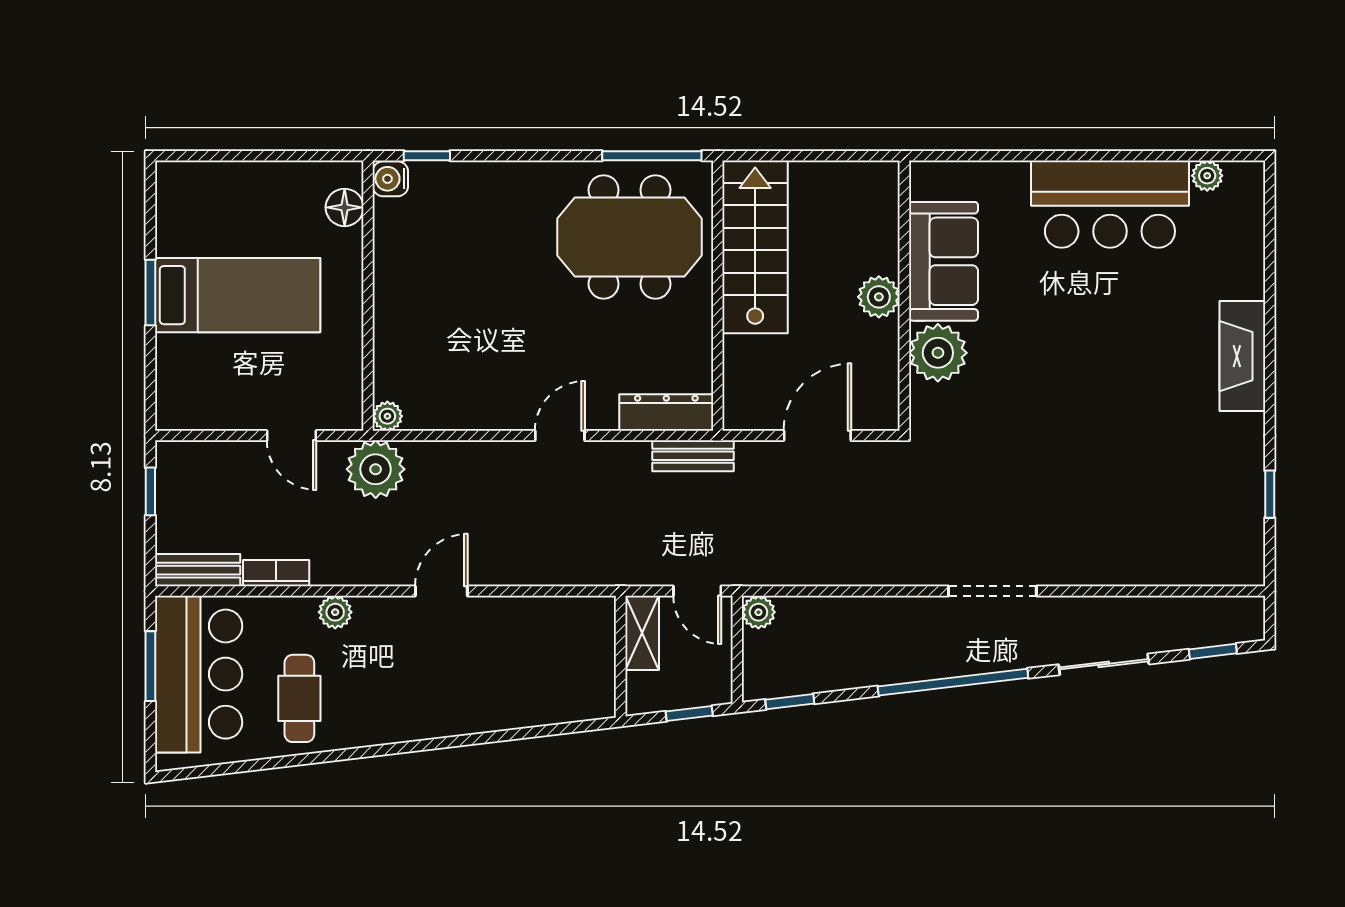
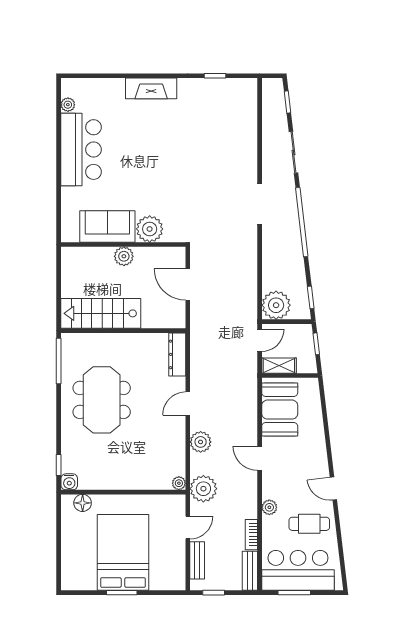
meeting table: (630, 237) -> (102, 400), moved
bed: (238, 295) -> (123, 552), width x1.50
door: (560, 436) -> (188, 404), hinge flipped
bench: (693, 456) -> (197, 560), moved
plant: (477, 463) -> (201, 442), added
plant: (758, 612) -> (276, 305), width x1.88, depth x1.88
booth: (547, 634) -> (280, 410), added
door: (376, 751) -> (333, 488), added

